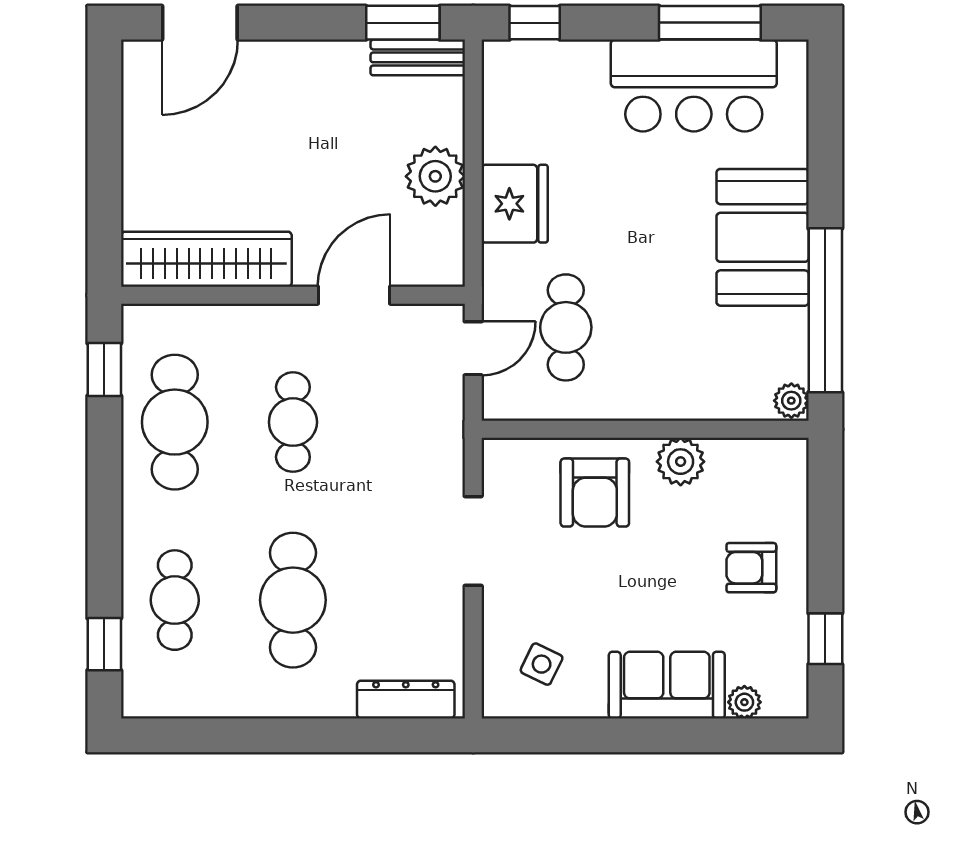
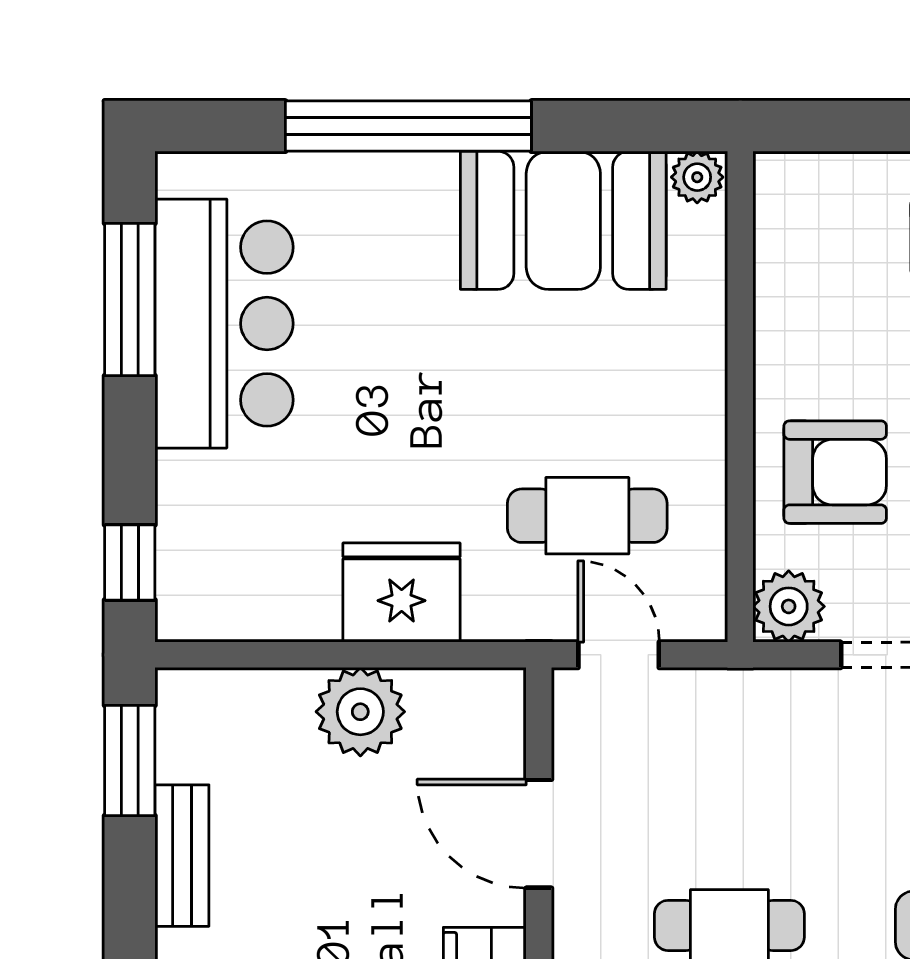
bench: (418, 57) -> (182, 856), moved
booth: (763, 237) -> (563, 220), moved
window: (825, 310) -> (408, 126), moved
plant: (681, 462) -> (789, 606), moved

